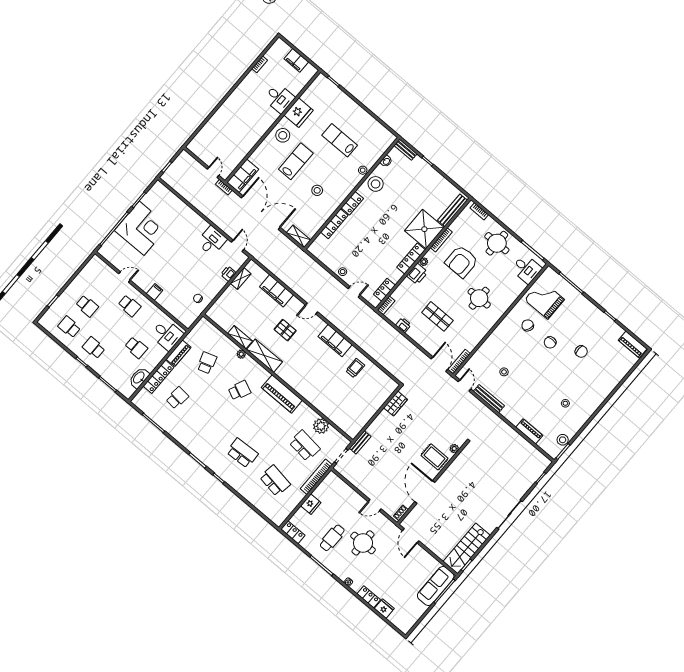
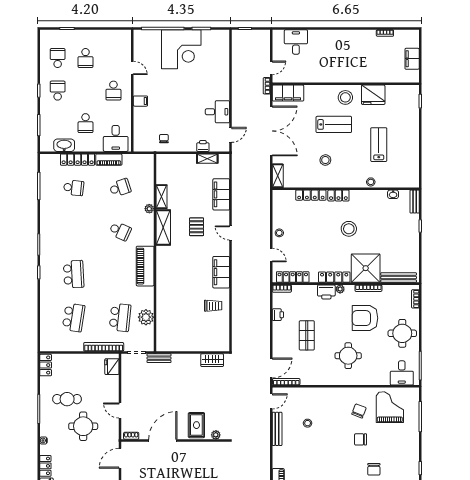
desk: (279, 98) -> (296, 42), moved, turned 180
stool: (376, 184) -> (349, 229), moved
locker: (384, 290) -> (293, 277), width x1.53
fridge: (311, 504) -> (112, 367), moved, turned 90

